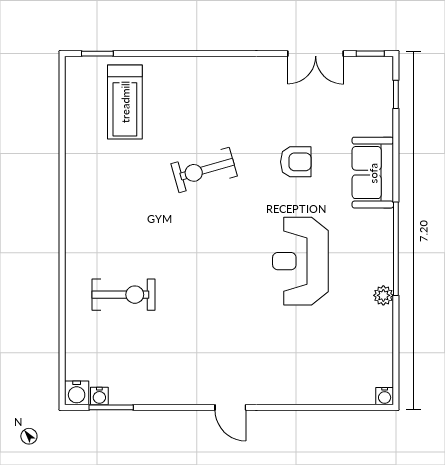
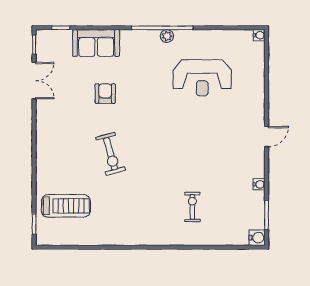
sofa: (373, 173) -> (96, 43), moved
reception desk: (300, 261) -> (202, 78), moved
exercise bike: (123, 295) -> (192, 207), width x0.73, depth x0.72
plant: (383, 295) -> (167, 36), moved
water cooler: (99, 396) -> (259, 184), moved

